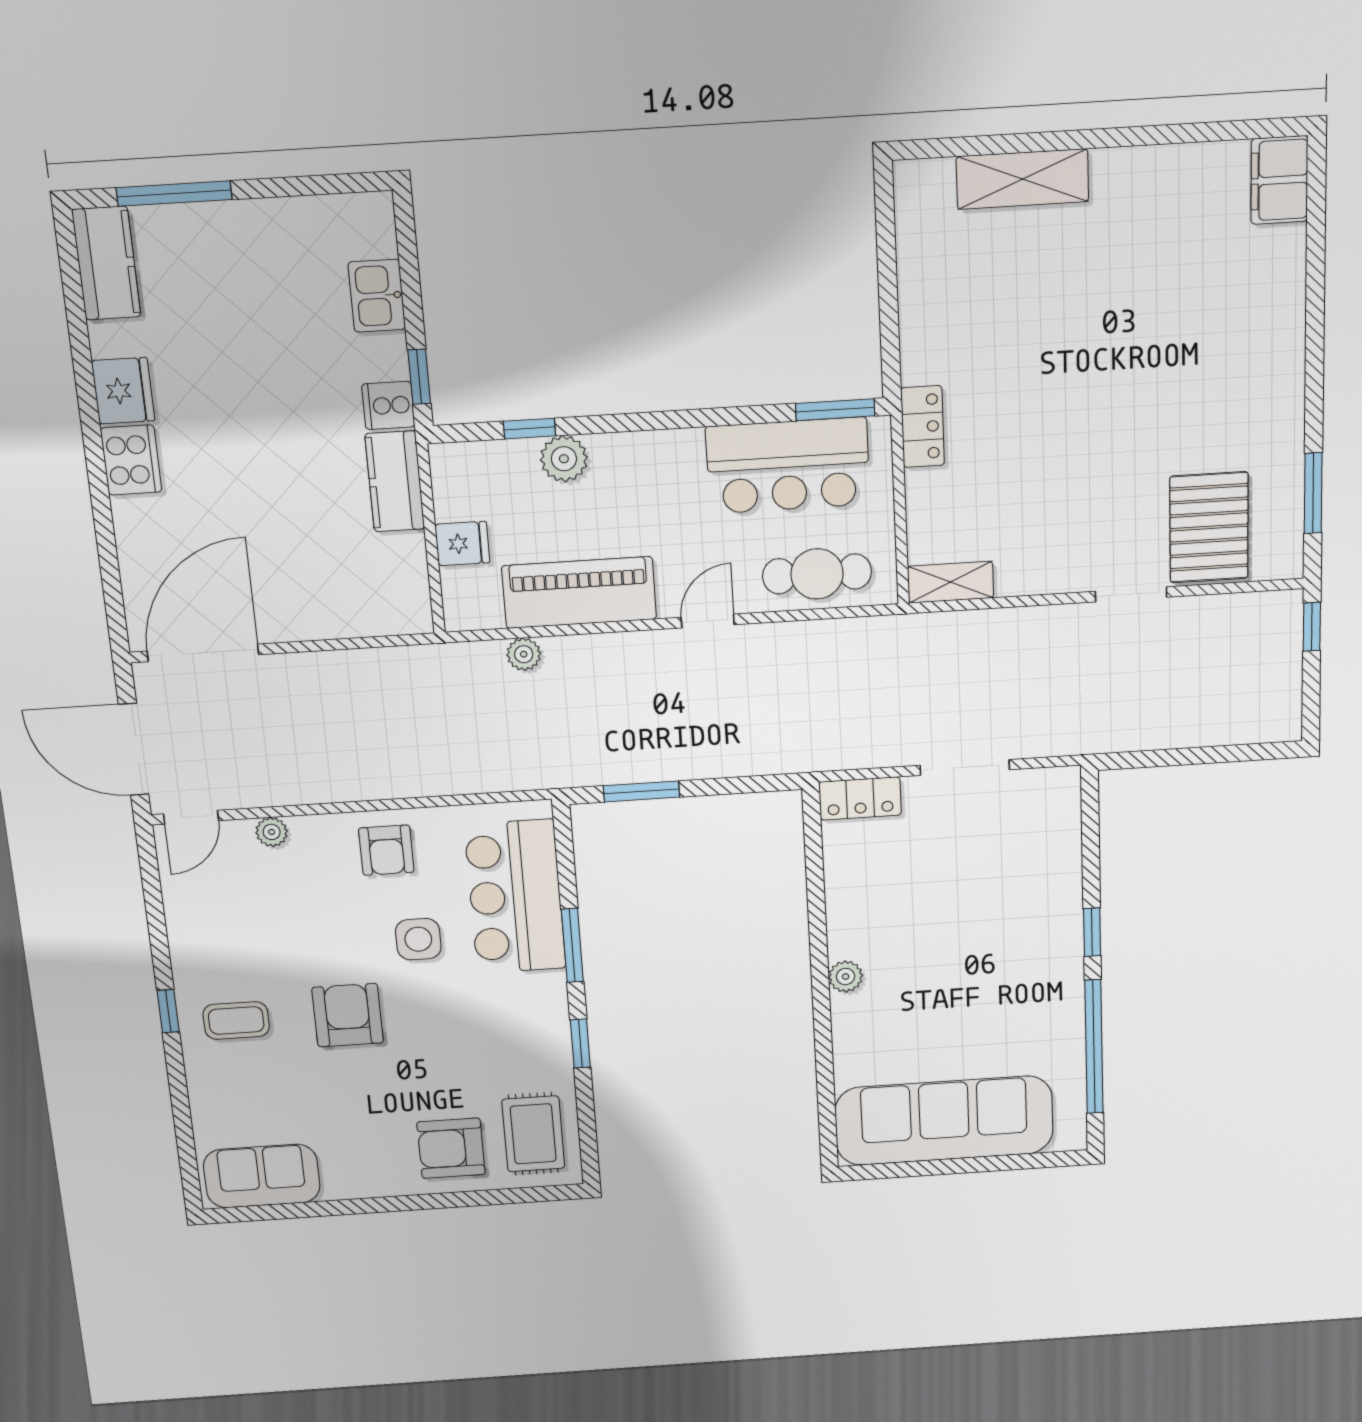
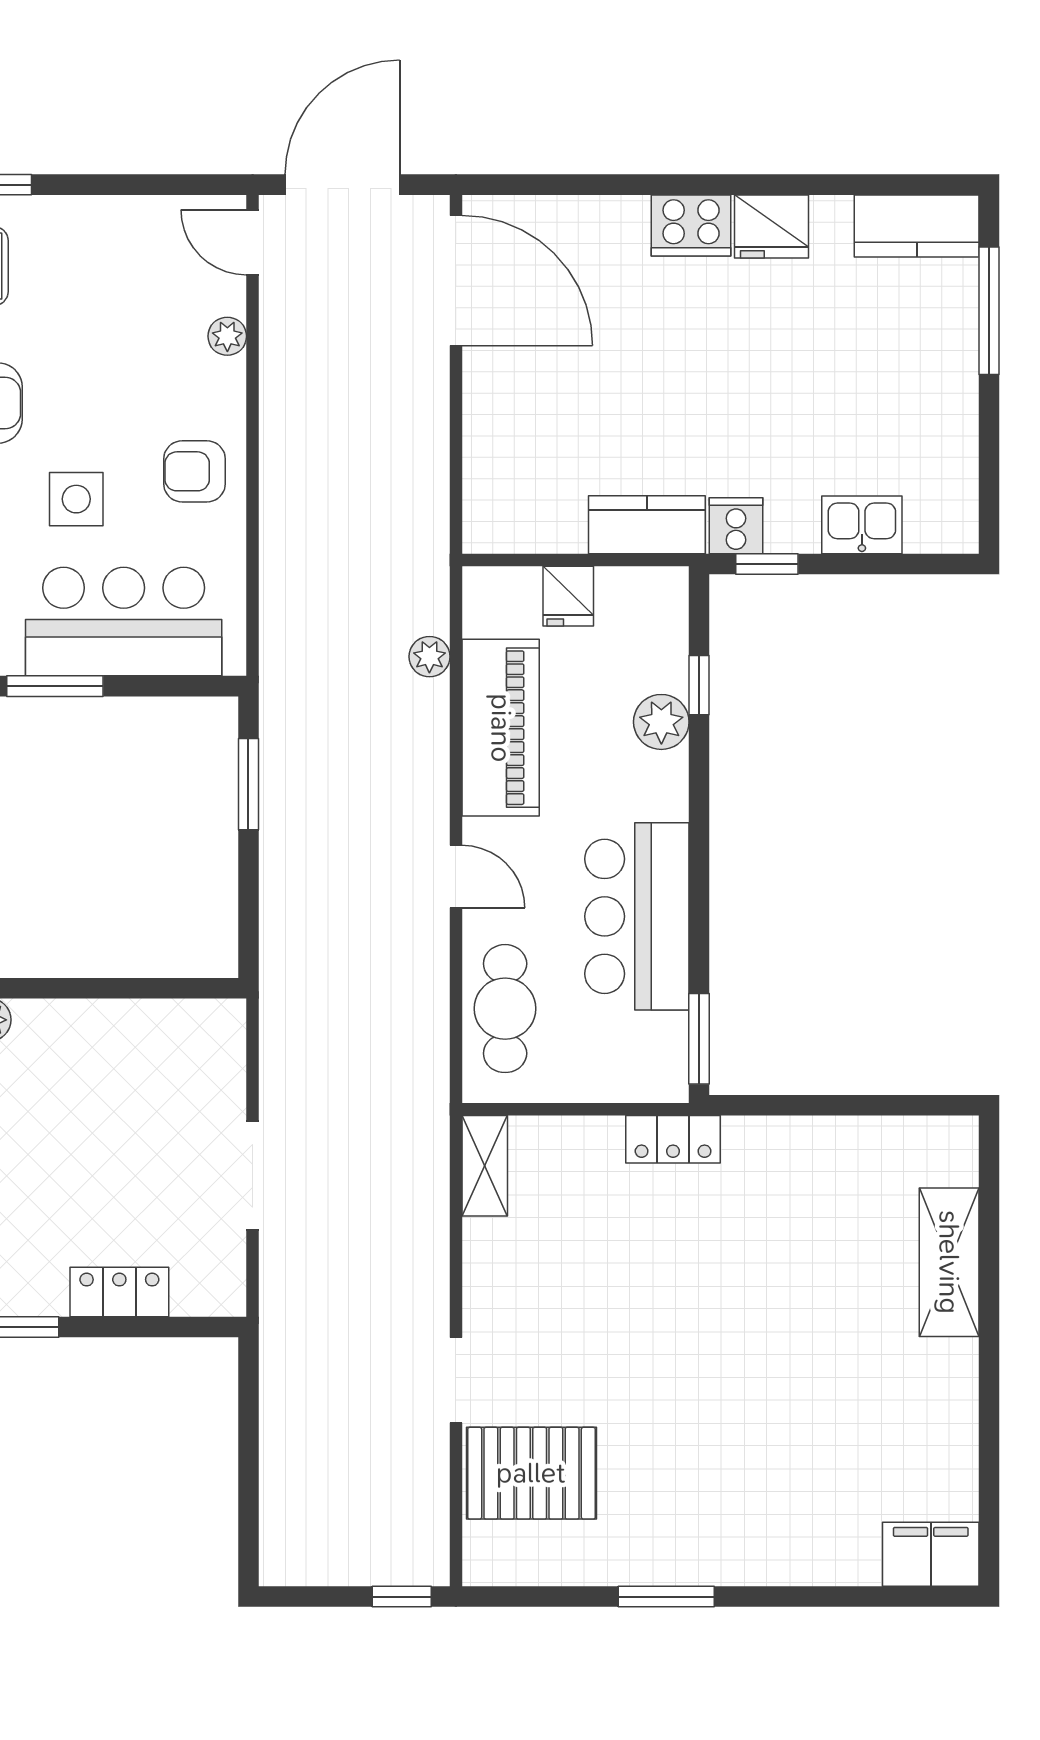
bar counter: (788, 466) -> (637, 916), moved
window: (1313, 493) -> (666, 1597), moved
locker: (860, 798) -> (119, 1292), moved, turned 90

